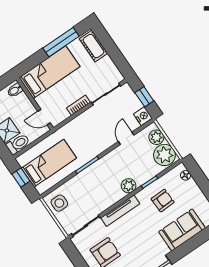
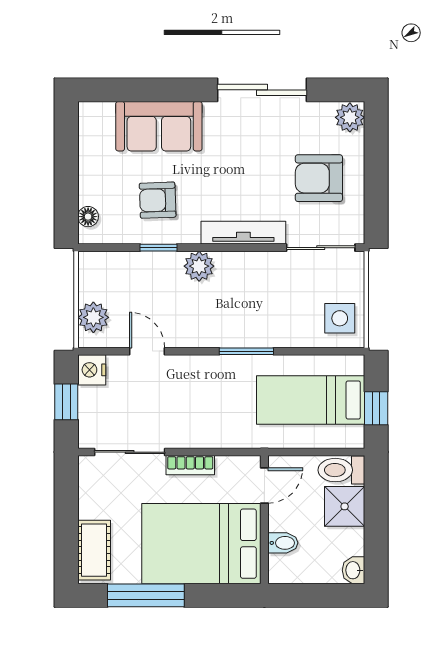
bed: (50, 72) -> (201, 544), width x1.50
bidet: (15, 90) -> (283, 543), moved
door: (44, 117) -> (264, 486), hinge flipped
door: (126, 138) -> (147, 351), swing flipped
plant: (164, 155) -> (100, 277), removed

